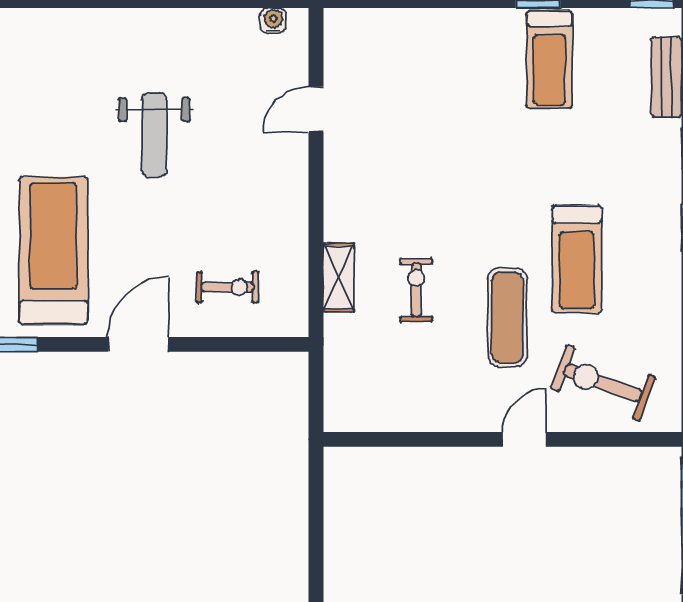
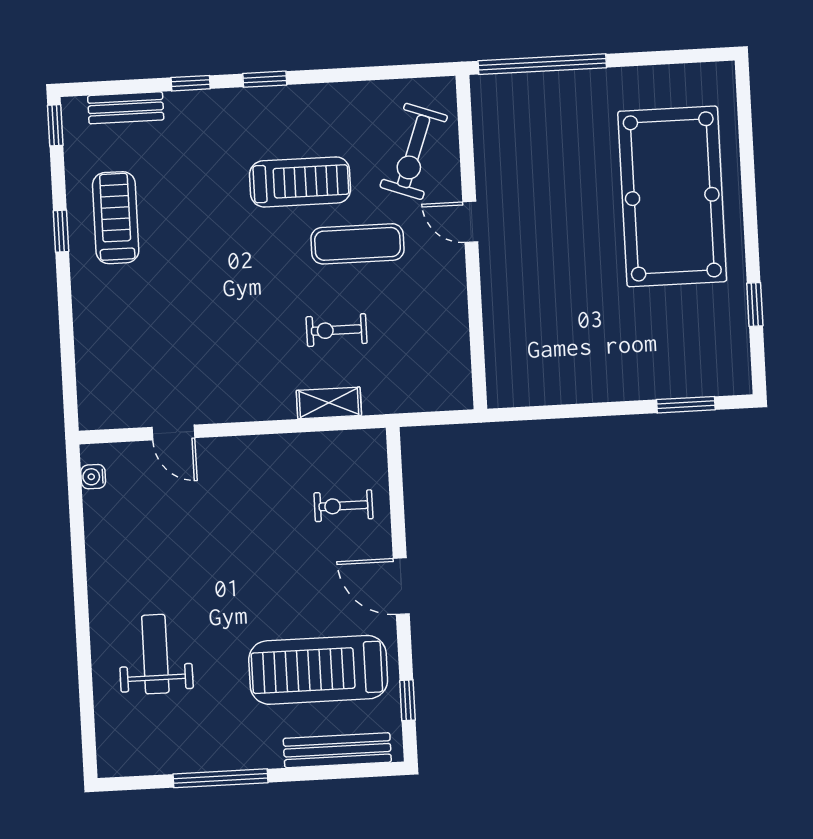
treadmill: (549, 60) -> (116, 218), turned -90
weight bench: (154, 135) -> (155, 654), moved, turned -90
exercise bike: (228, 287) -> (343, 506), turned -90

